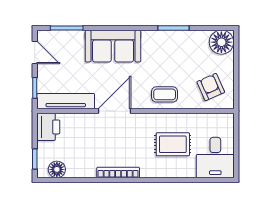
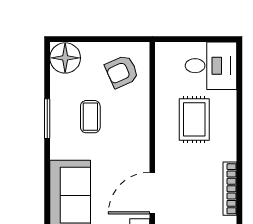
coffee table: (165, 94) -> (90, 117), moved
door: (115, 111) -> (152, 193), hinge flipped

